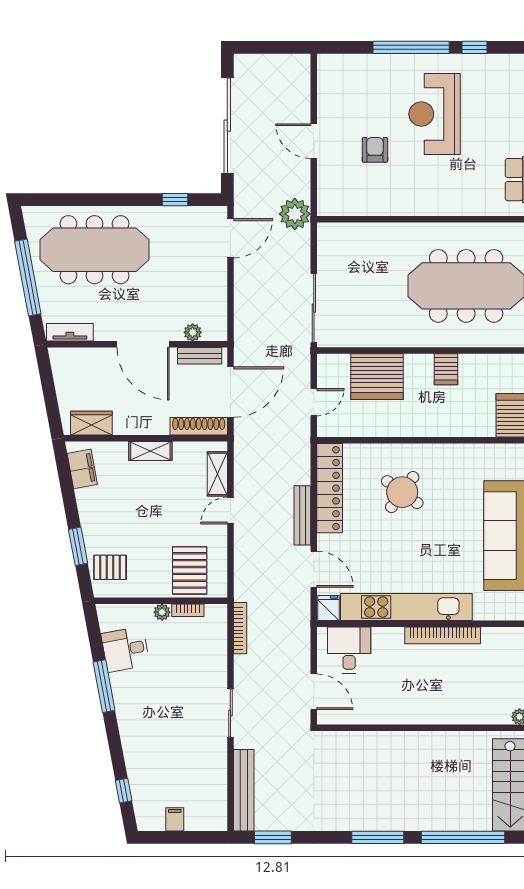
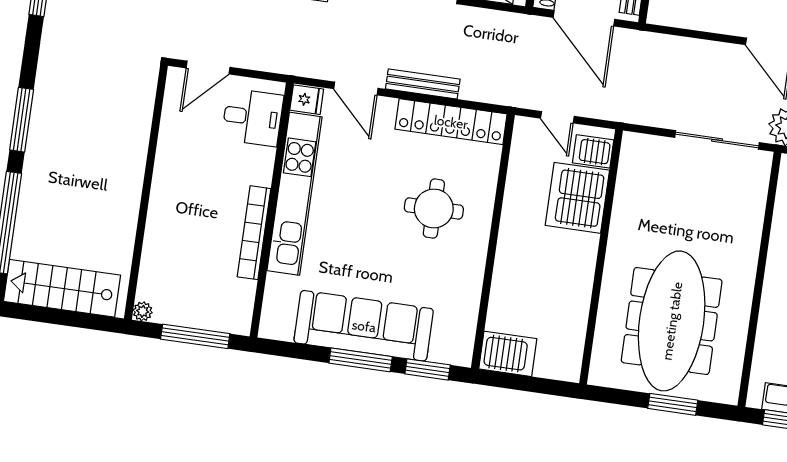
sliding door: (314, 308) -> (717, 140), moved
server rack: (446, 369) -> (593, 151), moved
round table: (402, 492) -> (434, 208), turned -36
door: (314, 569) -> (356, 89), hinge flipped

